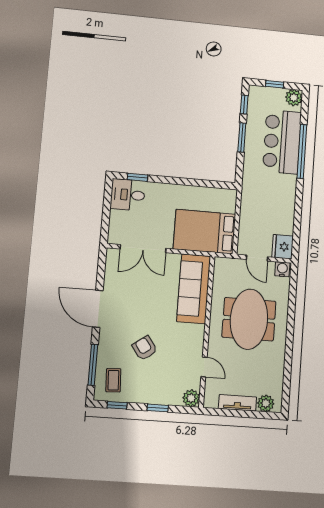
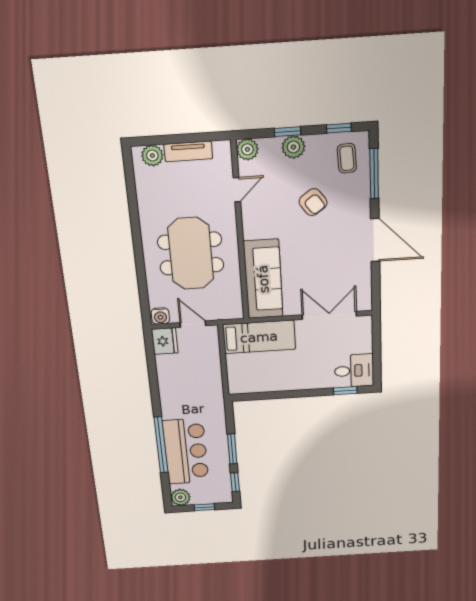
bed: (205, 232) -> (259, 337), width x0.67
door: (204, 367) -> (237, 190), swing flipped
plant: (155, 395) -> (293, 147), added

